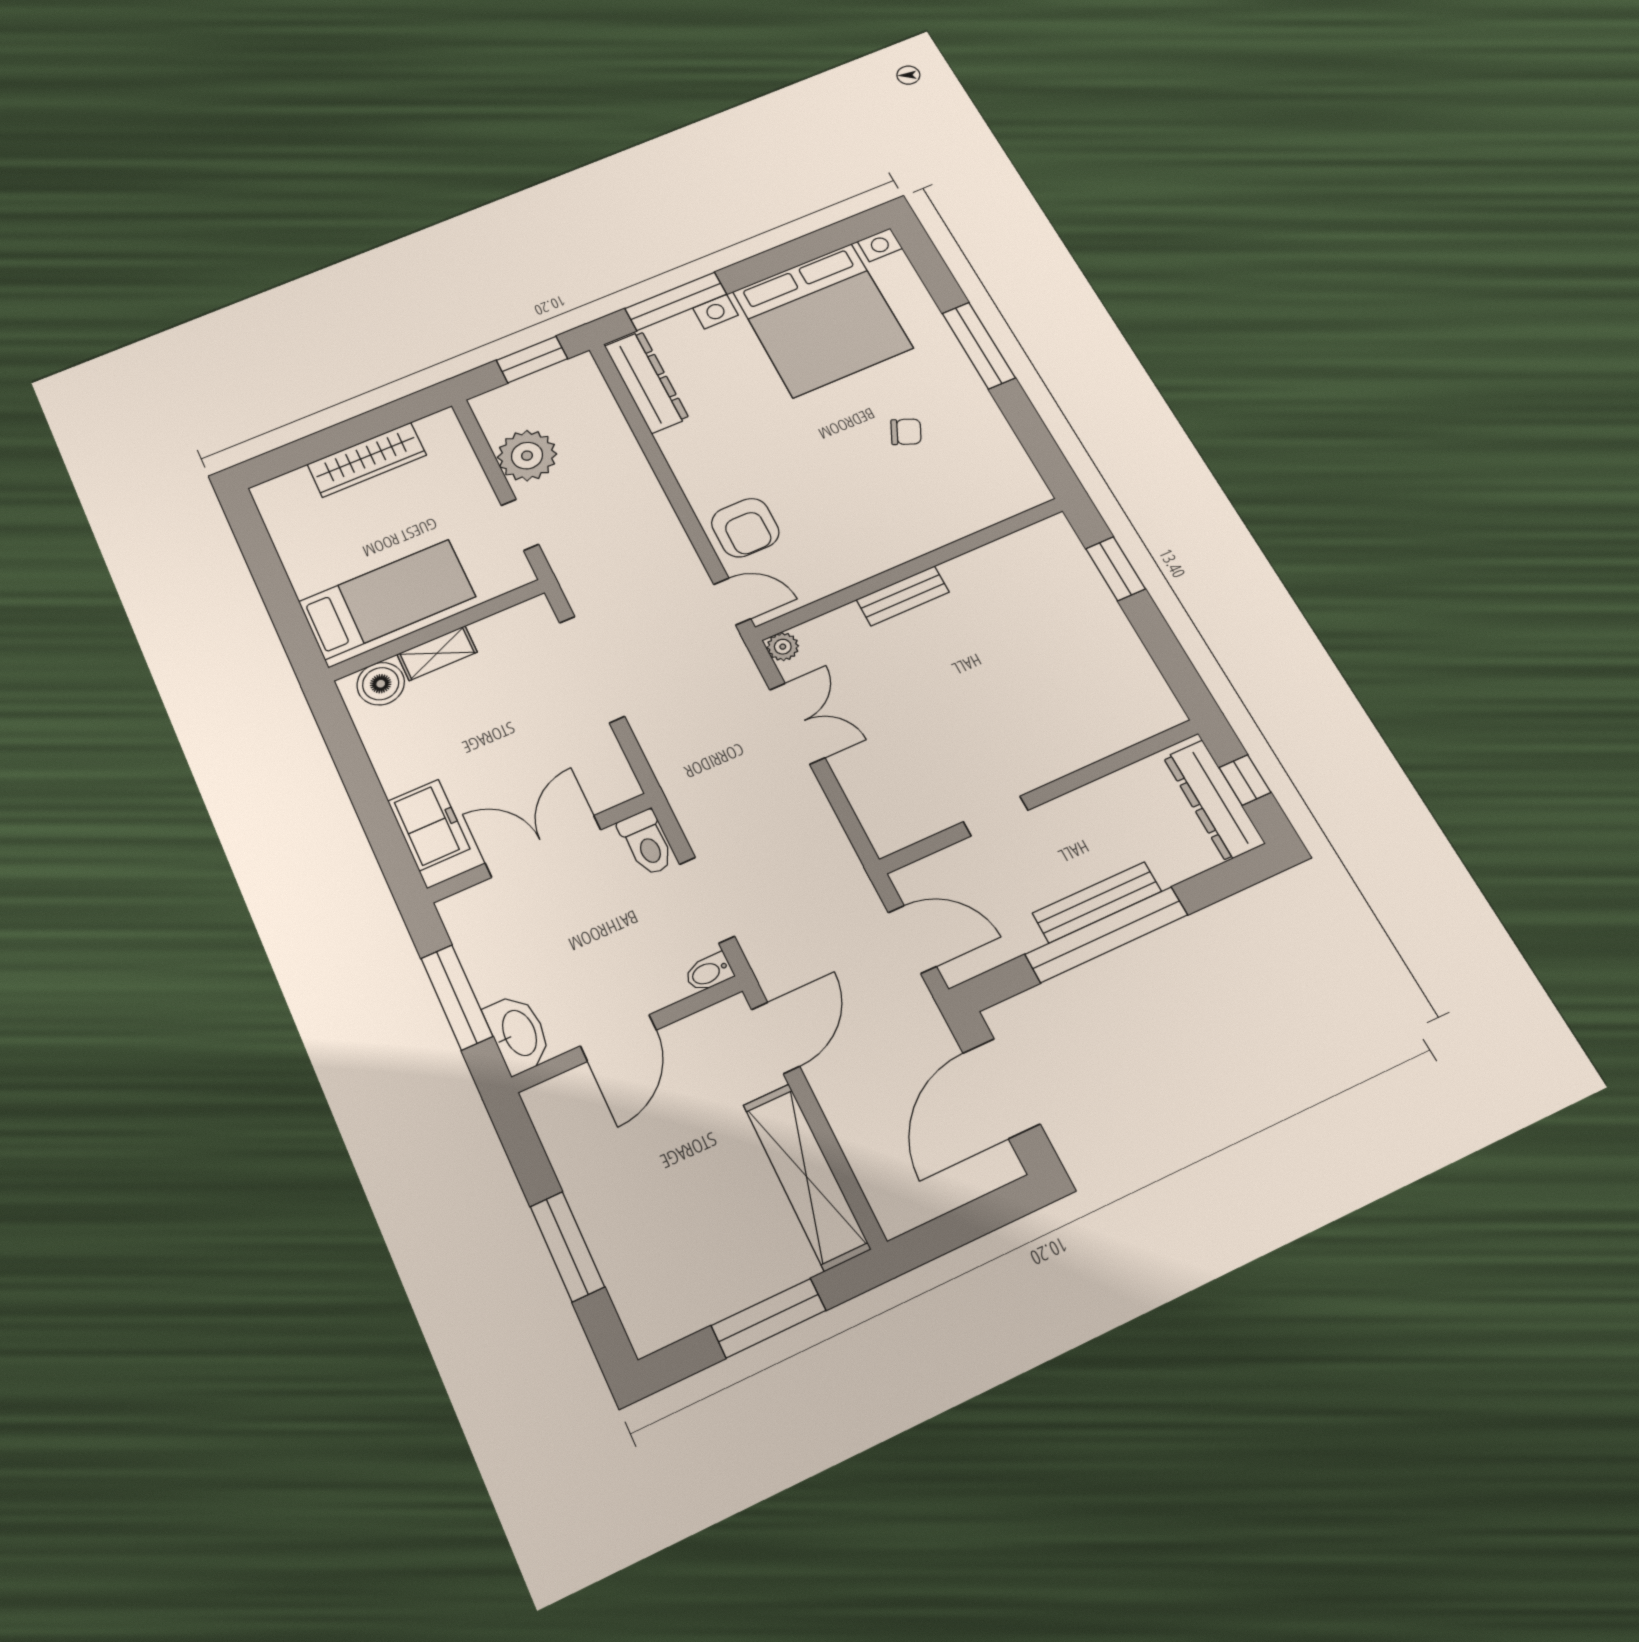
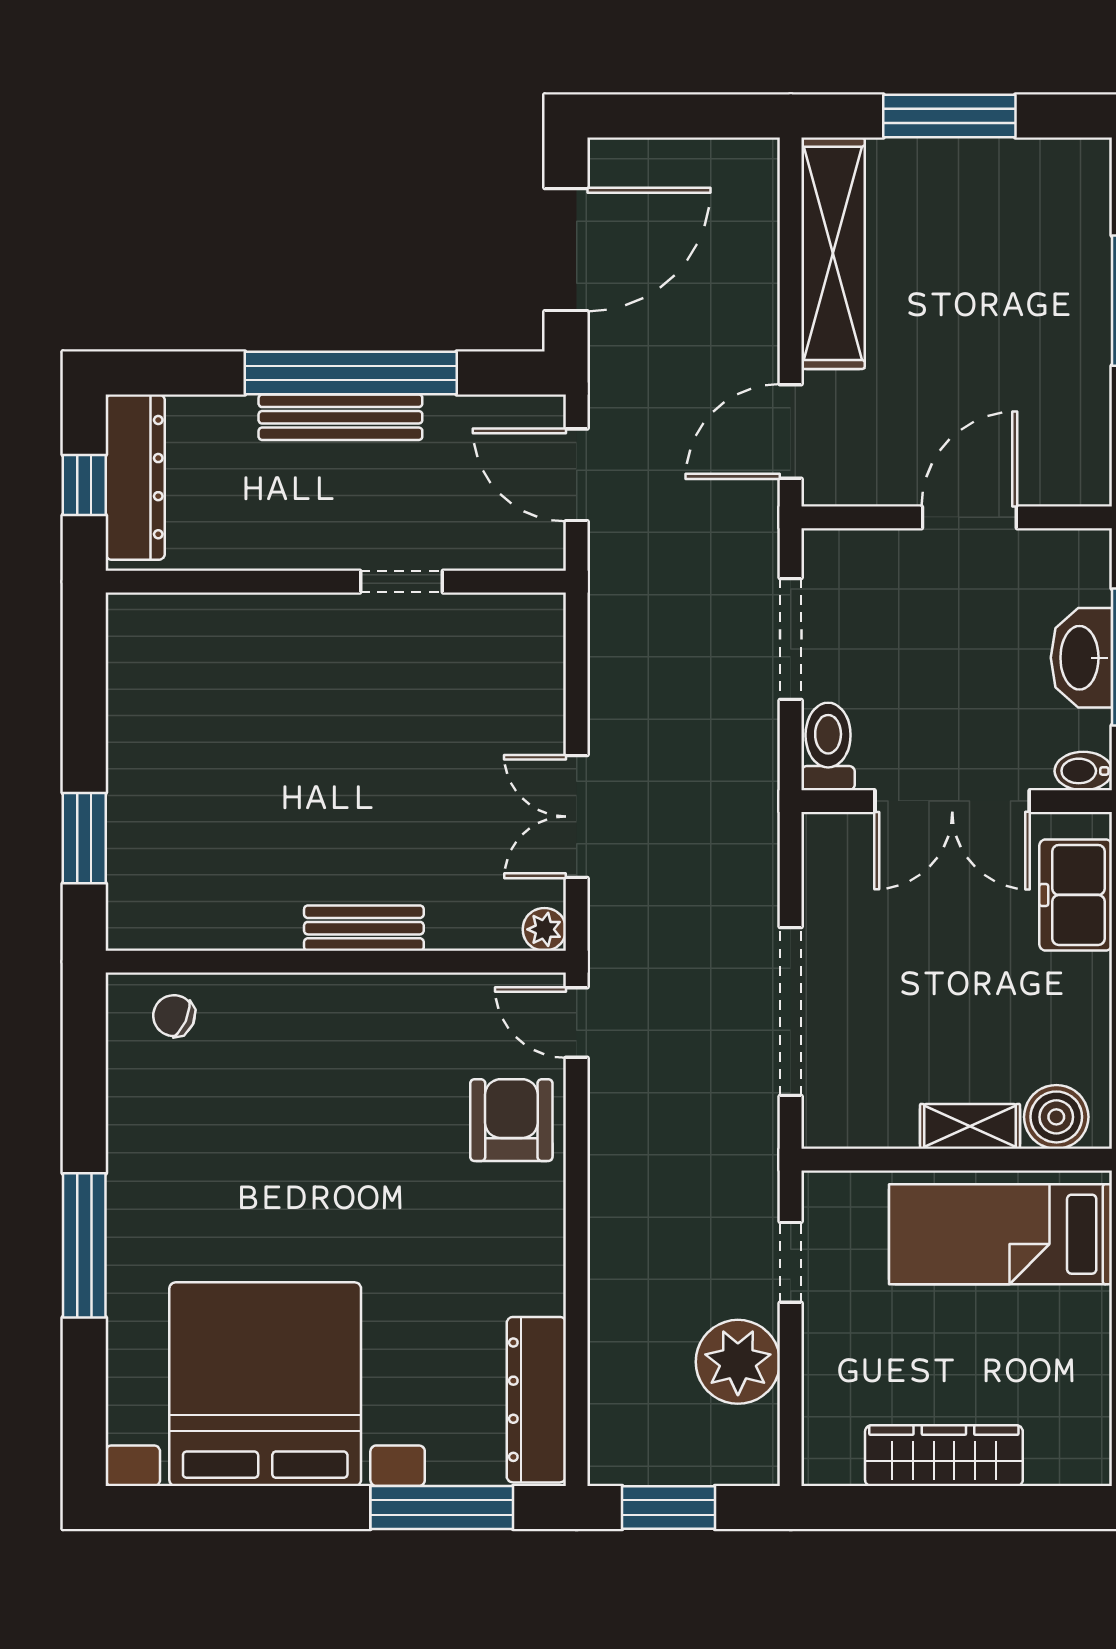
chair: (906, 432) -> (174, 1016), moved
bidet: (709, 972) -> (1083, 771), moved, turned 180
washbasin: (518, 1033) -> (1081, 658), moved

